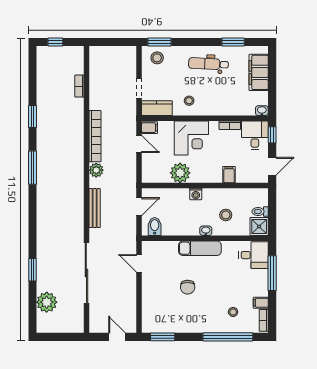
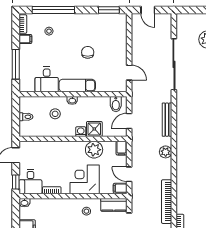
bookcase: (95, 136) -> (167, 202), moved
filing cabinet: (229, 175) -> (122, 148), moved
shower: (259, 226) -> (94, 129), moved
desk: (254, 255) -> (47, 79), moved, turned -90

